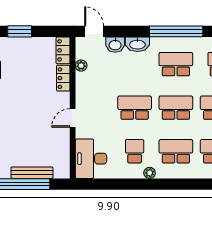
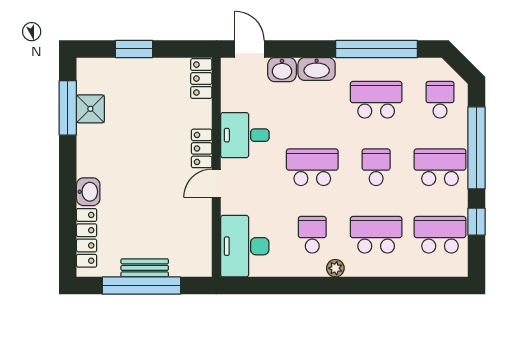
plant: (81, 66) -> (229, 102), removed
locker: (63, 78) -> (202, 148), moved
desk: (91, 87) -> (245, 135), added
school desk: (176, 108) -> (376, 167), width x0.54
bench: (32, 173) -> (145, 268), width x0.73

